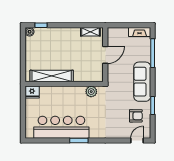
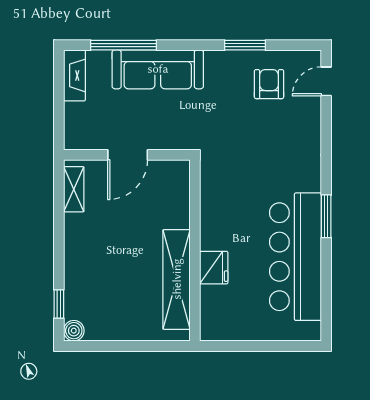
door: (105, 55) -> (128, 155), swing flipped
sofa: (142, 82) -> (158, 69), moved
fridge: (32, 92) -> (214, 268), moved
plant: (91, 92) -> (213, 188), removed
door: (137, 140) -> (326, 81), hinge flipped

